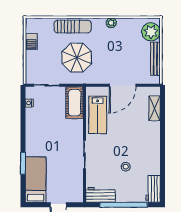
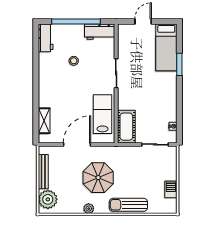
parasol: (77, 58) -> (98, 178), moved

